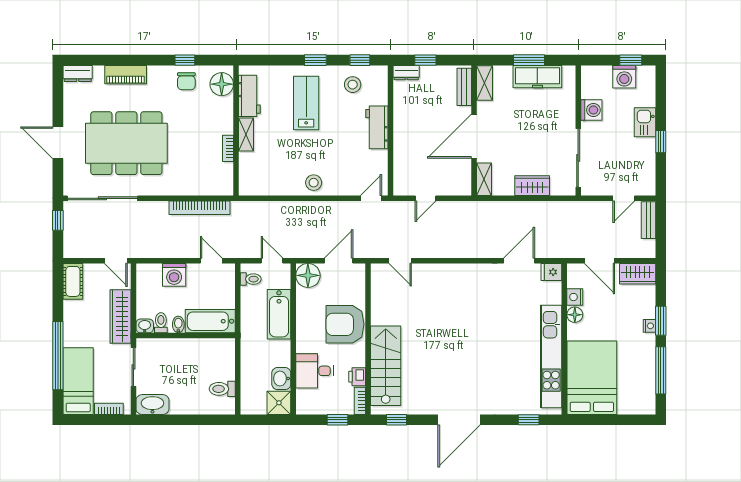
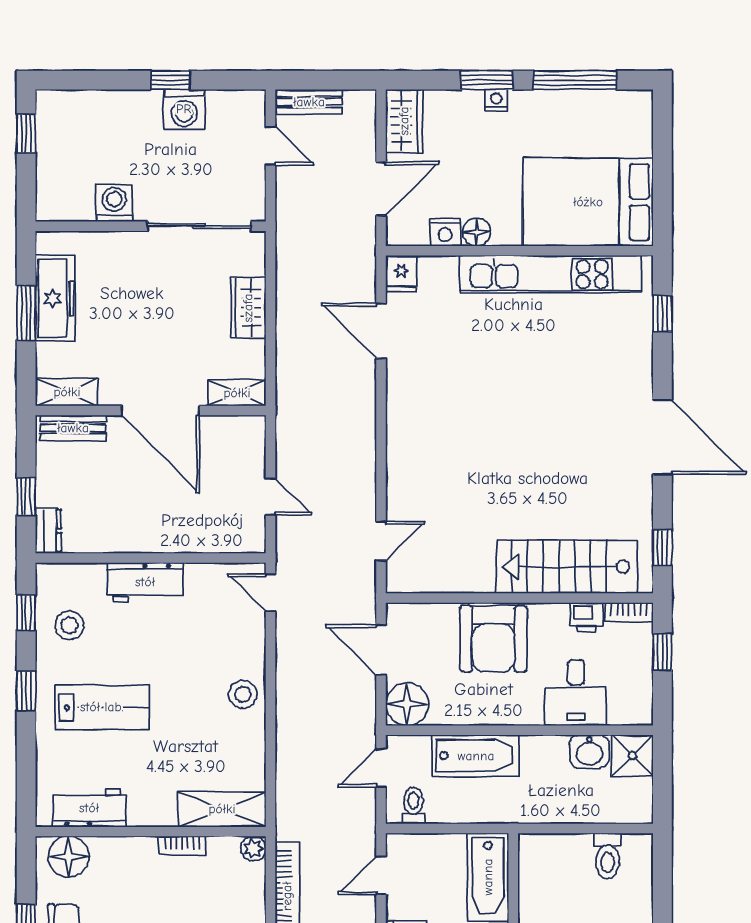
washing machine: (624, 77) -> (184, 109), moved, turned 90
lab bench: (306, 103) -> (102, 707), turned 180
kitchen sink: (645, 122) -> (136, 108), removed
shelving: (246, 135) -> (222, 809), moved, width x1.50, depth x1.33
plant: (226, 189) -> (253, 849), added

